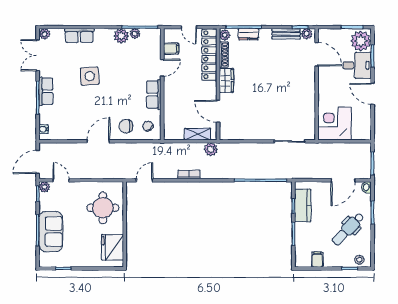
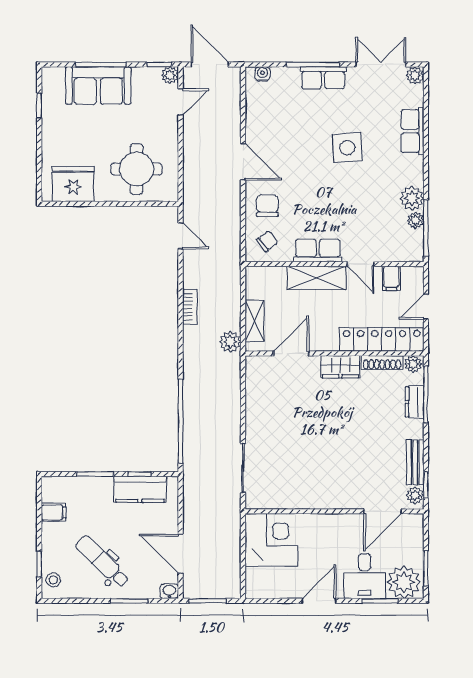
shelving: (171, 95) -> (316, 278), added

